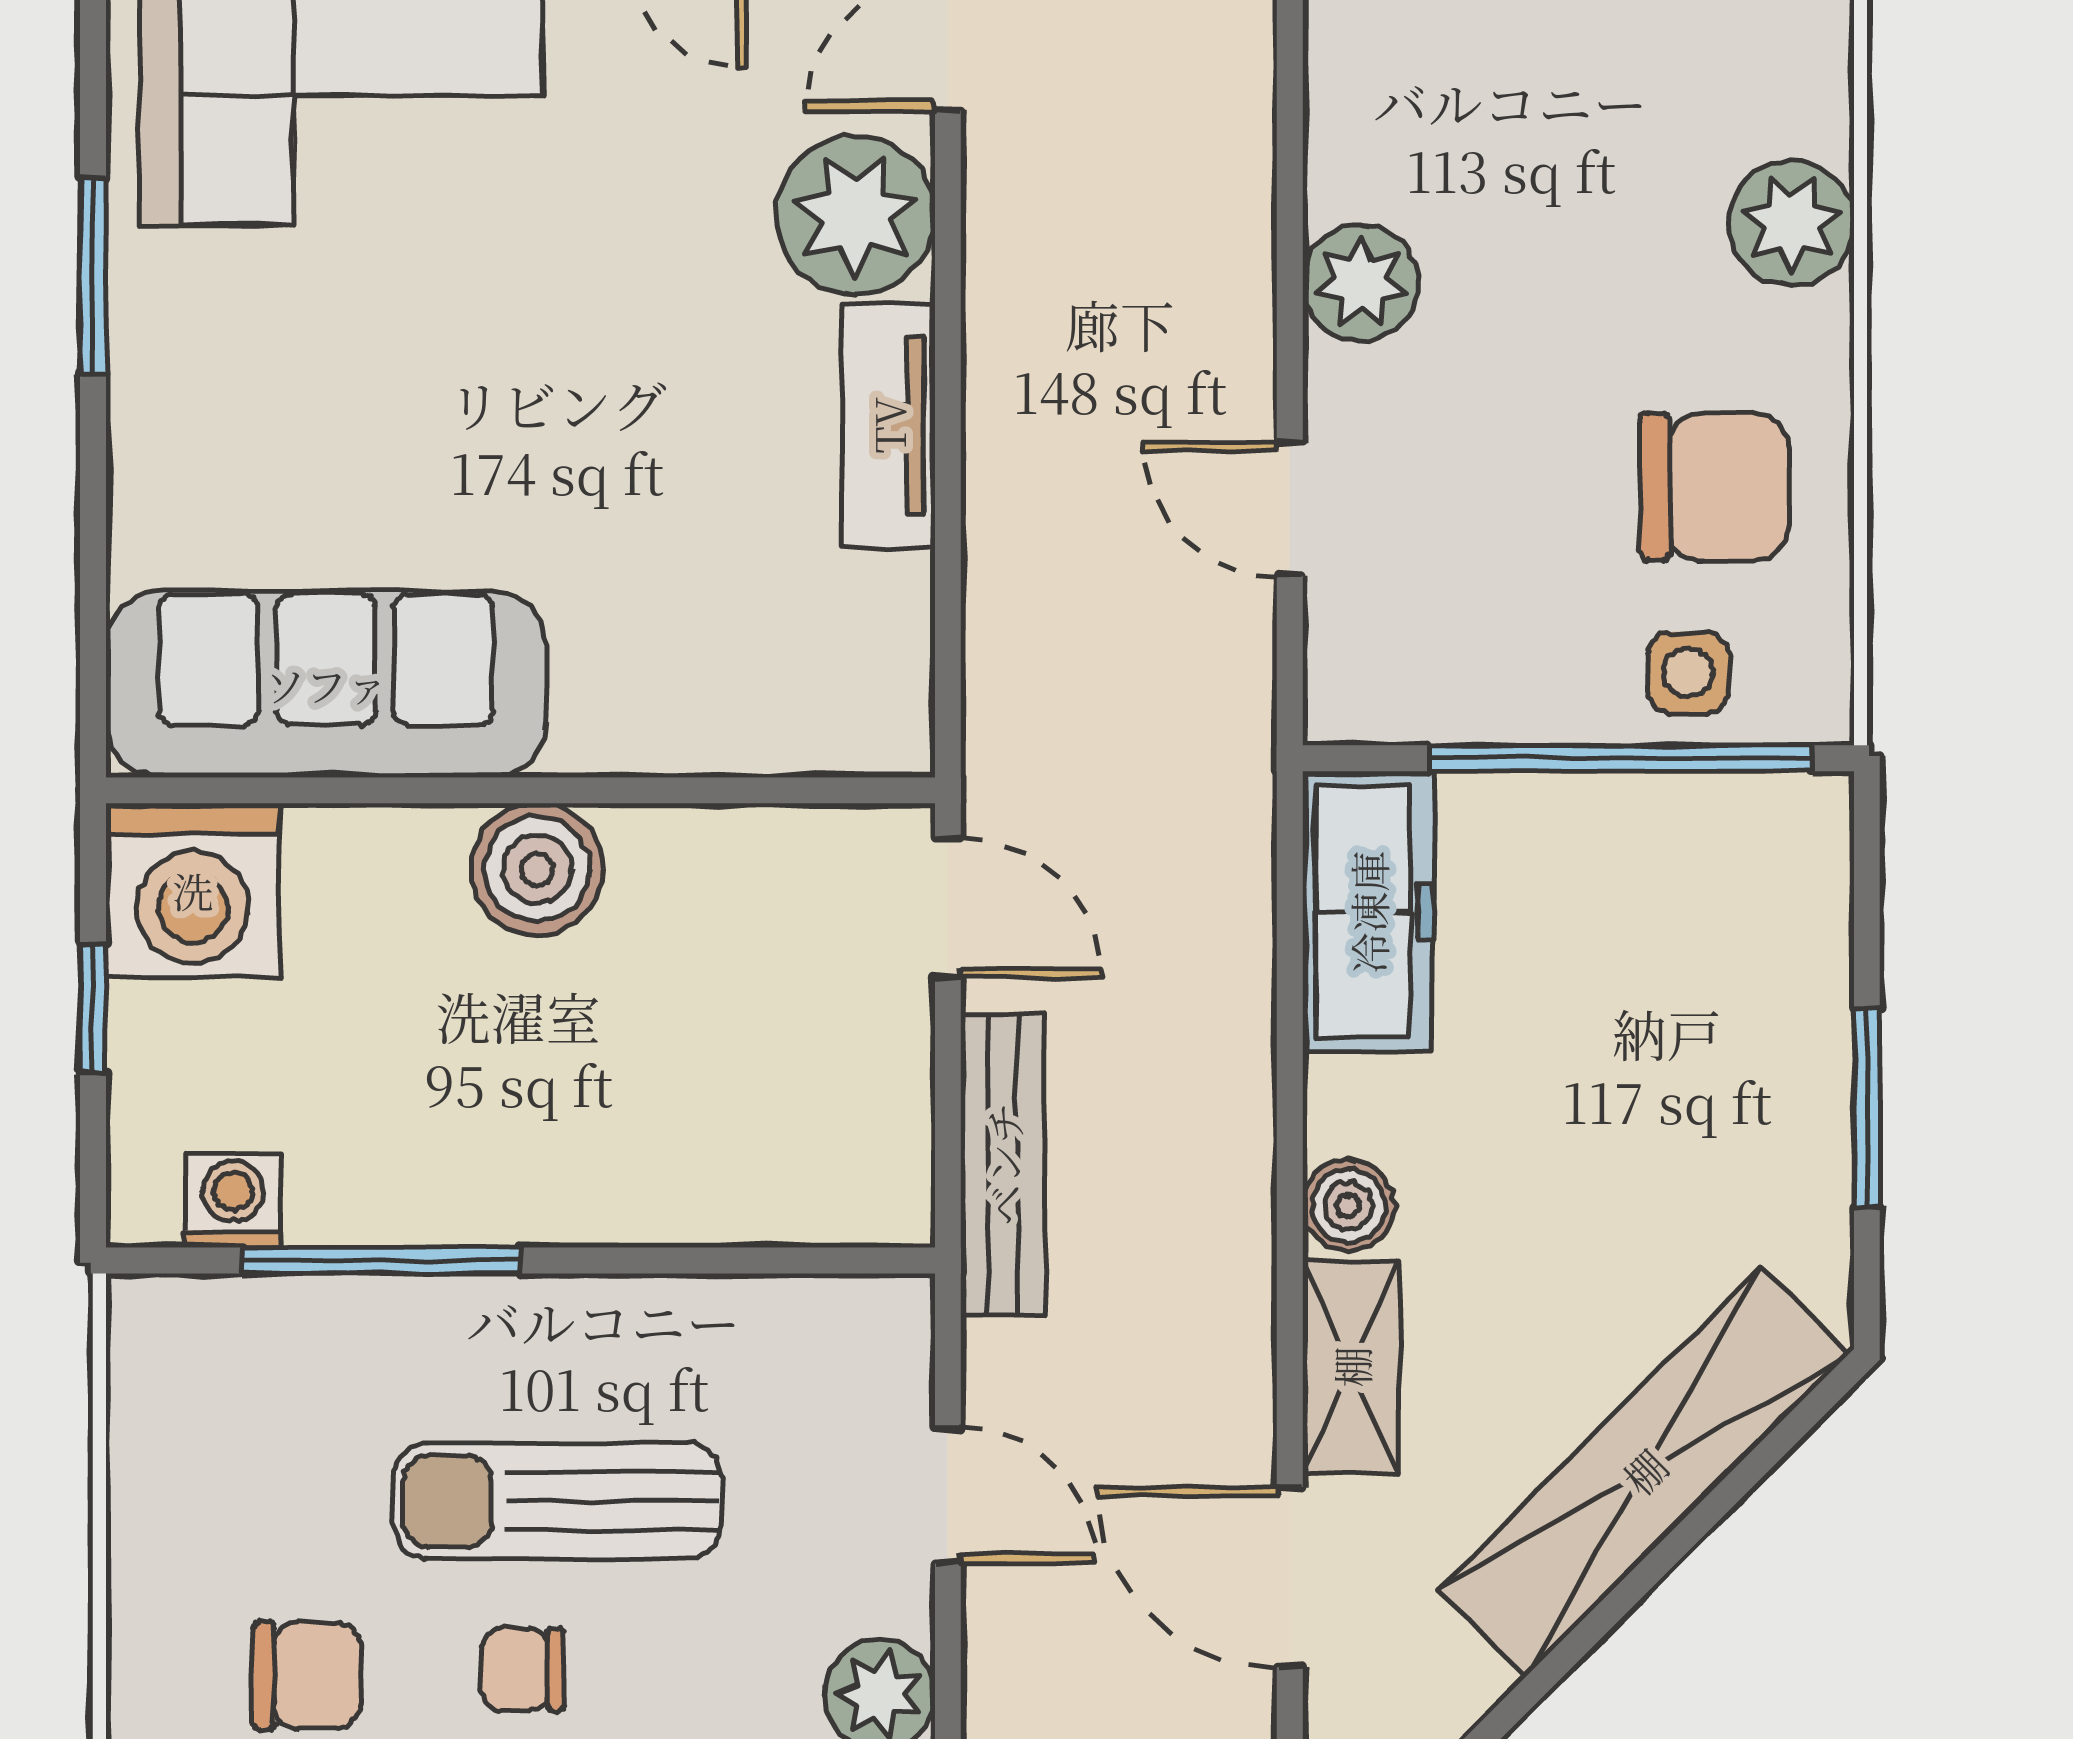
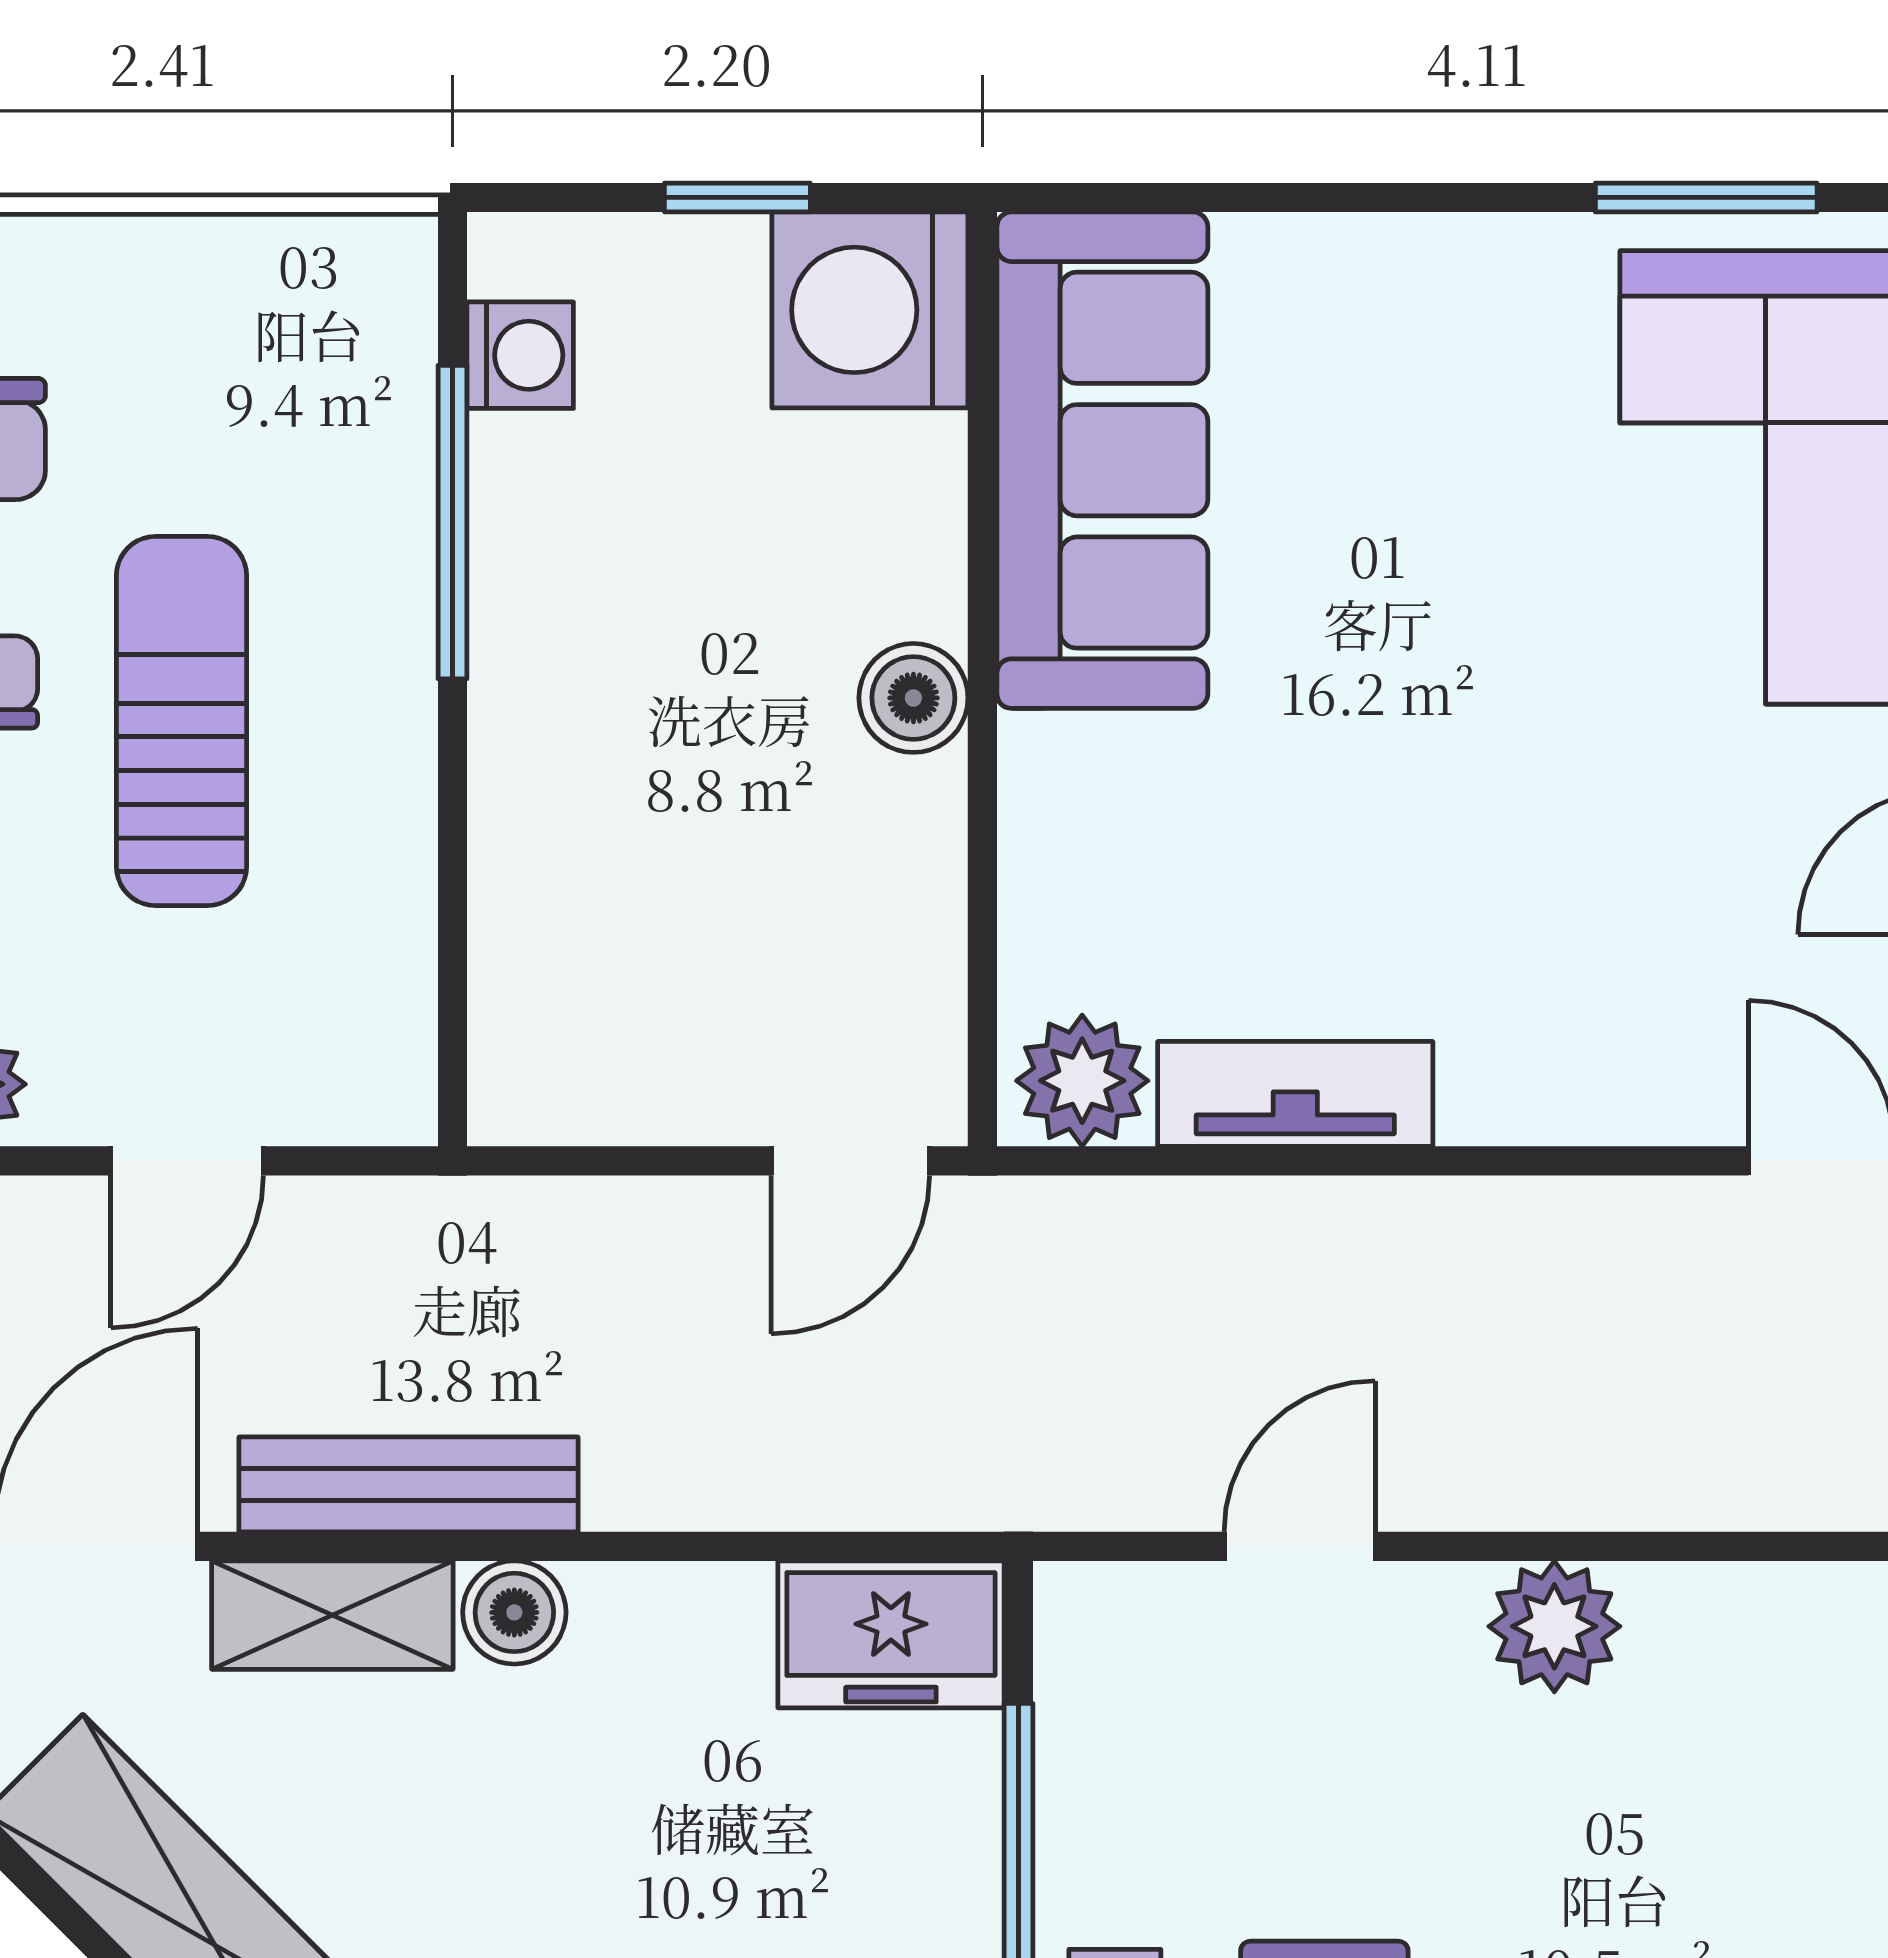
plant: (855, 215) -> (1082, 1081), moved, width x0.73, depth x0.73
window: (93, 276) -> (1706, 197), moved
tv unit: (888, 425) -> (1295, 1094), moved
boiler: (537, 869) -> (913, 698), width x0.73, depth x0.73
freezer: (1368, 912) -> (891, 1634), width x0.71
bench: (1003, 1164) -> (409, 1484), moved

